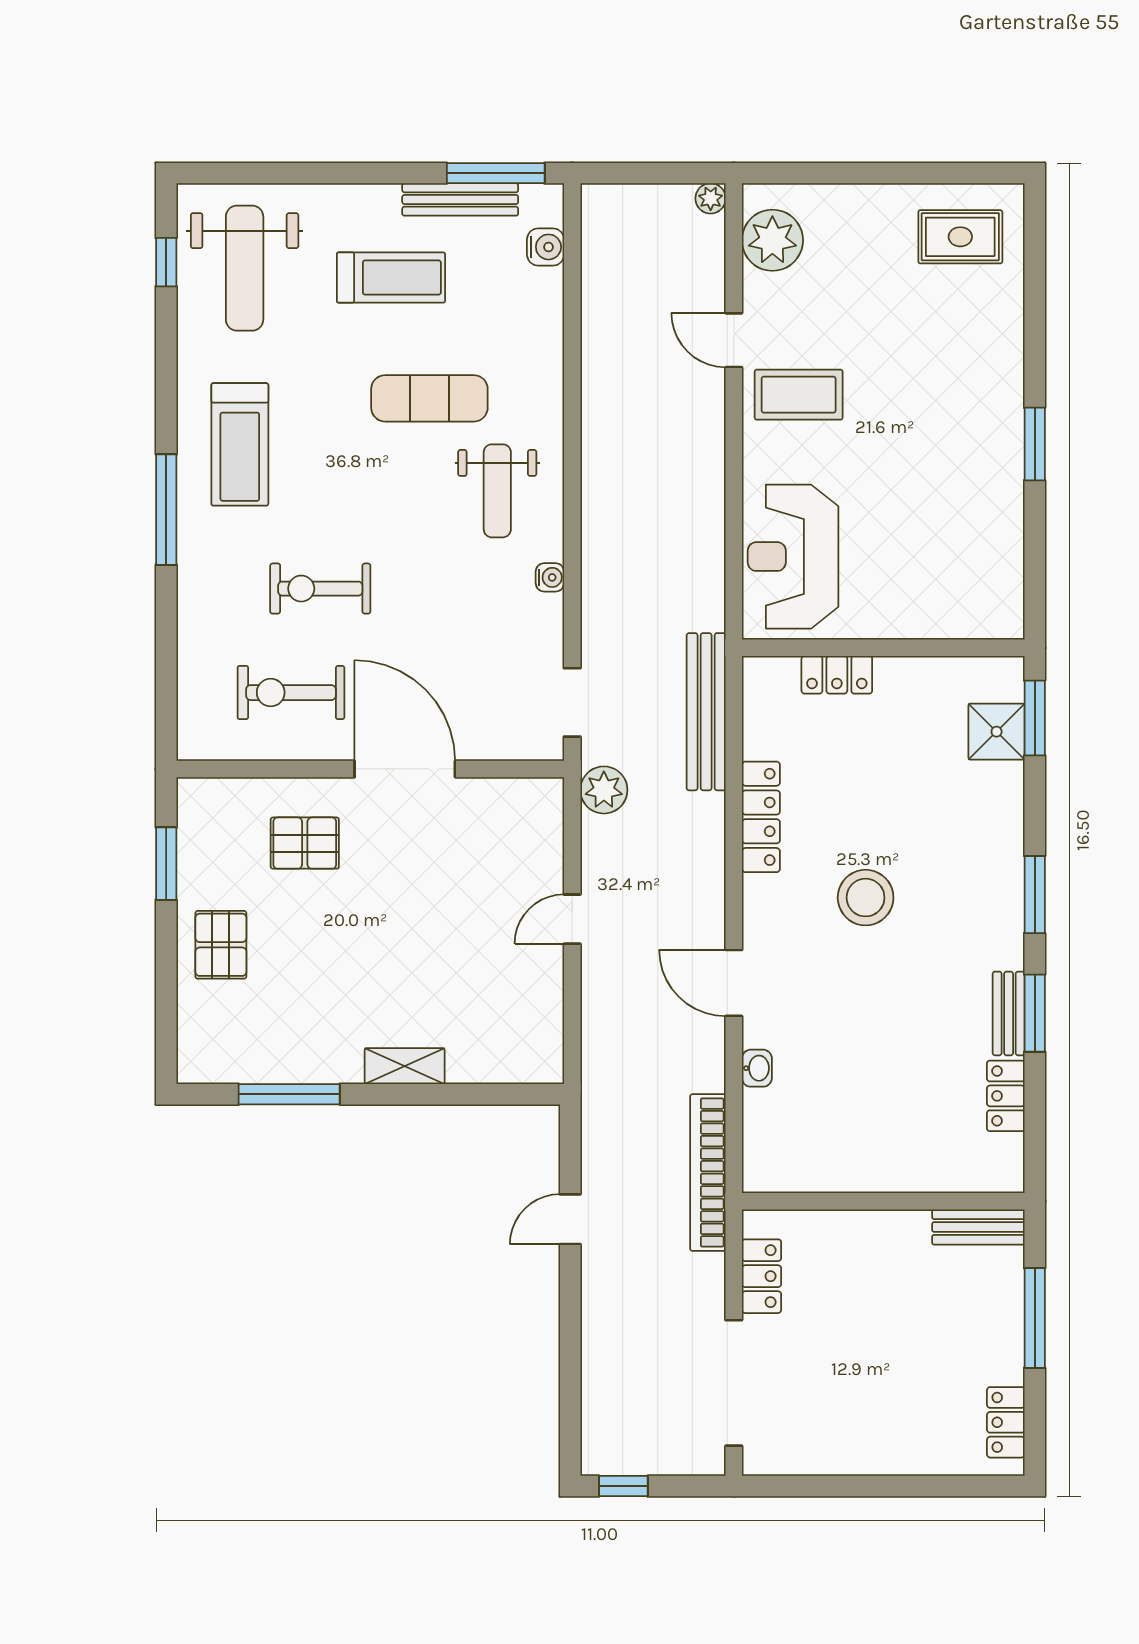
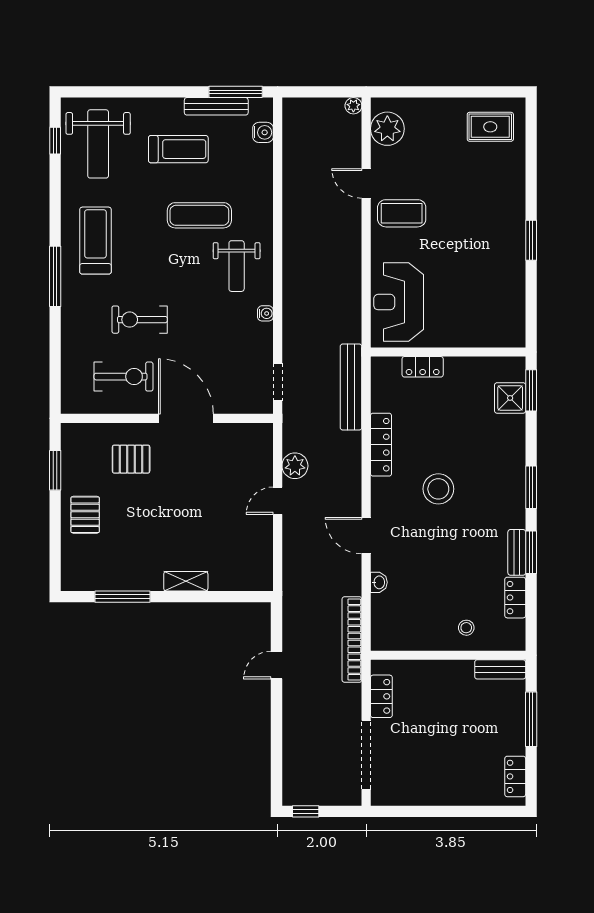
treadmill: (240, 444) -> (95, 241), turned 180
exercise bike: (291, 693) -> (124, 377), turned 180
plant: (604, 790) -> (295, 466), moved
stool: (916, 1151) -> (466, 628), added

